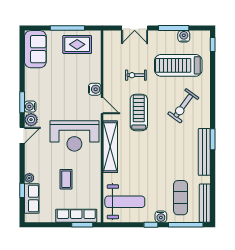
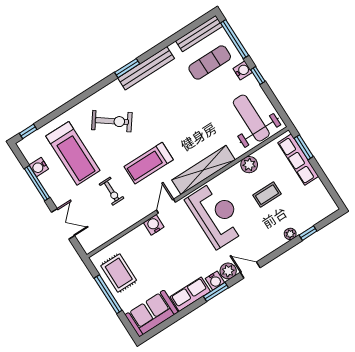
plant: (94, 180) -> (249, 165), added
row of seats: (32, 199) -> (190, 294), moved

